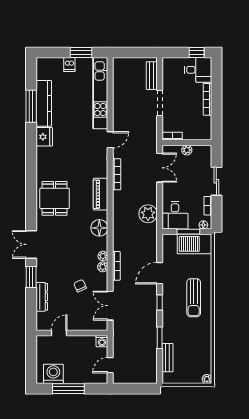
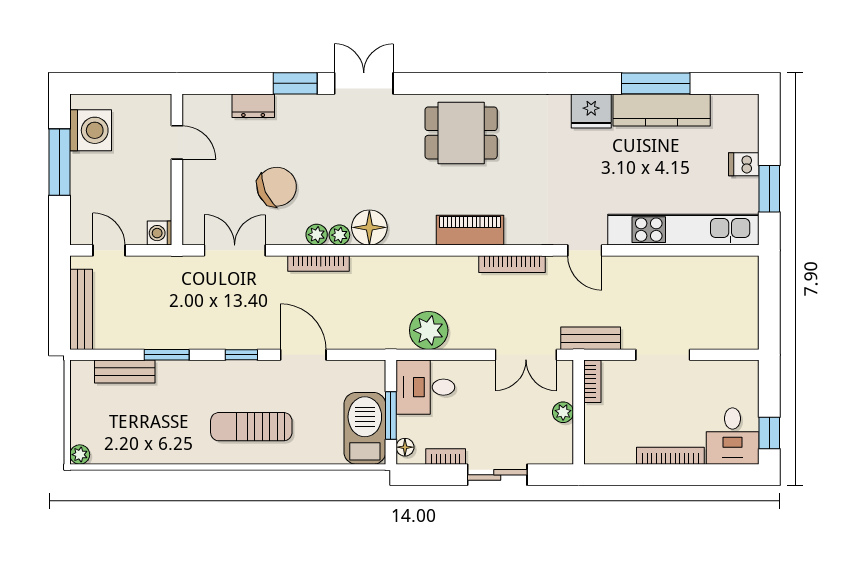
bench: (152, 76) -> (591, 338), moved
floor lamp: (99, 228) -> (369, 227), moved
chair: (80, 286) -> (277, 187), width x1.87, depth x1.87
dresser: (42, 297) -> (253, 106), width x0.70
bench: (138, 378) -> (81, 309), added

